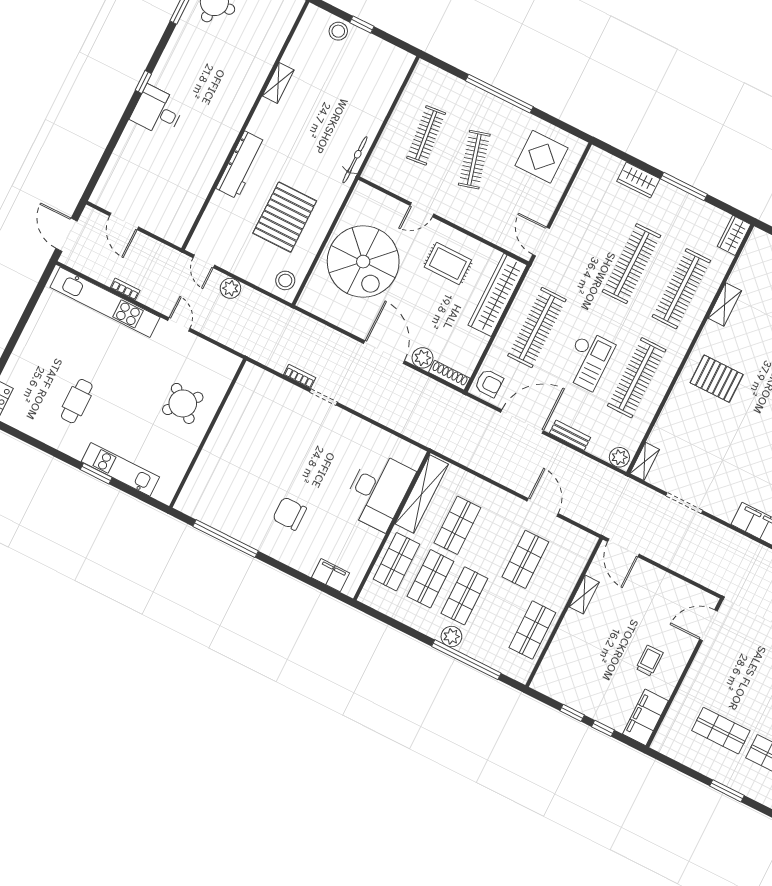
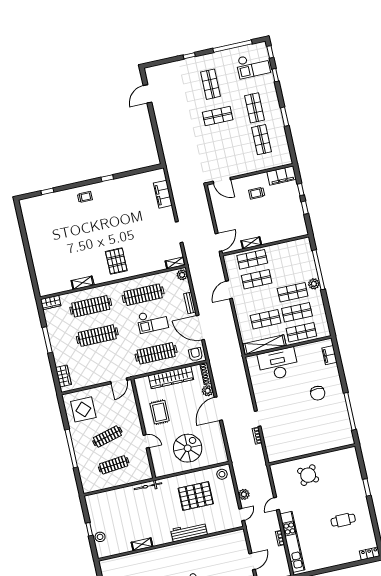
wardrobe: (638, 180) -> (63, 376), moved
spiral stairs: (363, 262) -> (188, 448), width x0.73, depth x0.73
wardrobe: (497, 295) -> (171, 377), moved
checkout: (588, 360) -> (152, 321), turned 180
kitchen unit: (120, 469) -> (357, 479), removed
shop shelf: (532, 630) -> (252, 259), moved

